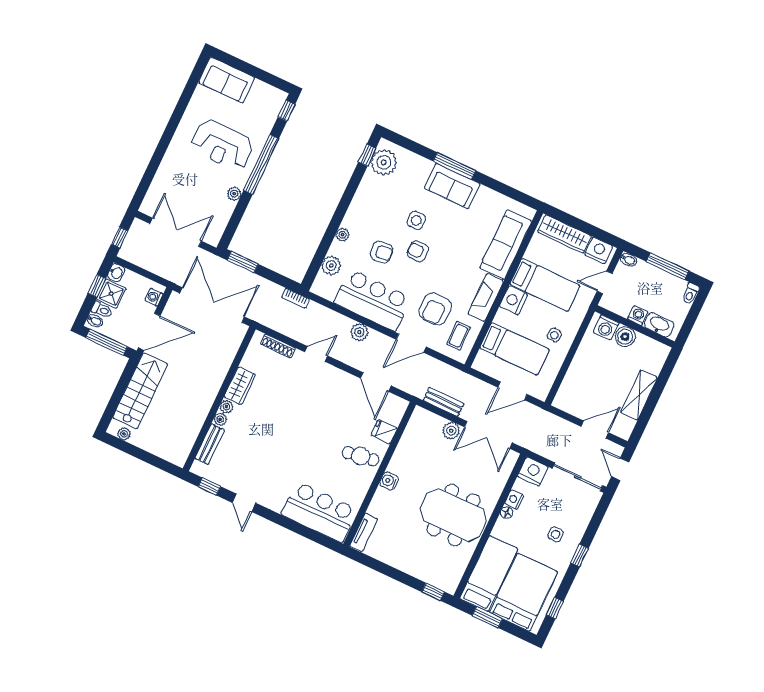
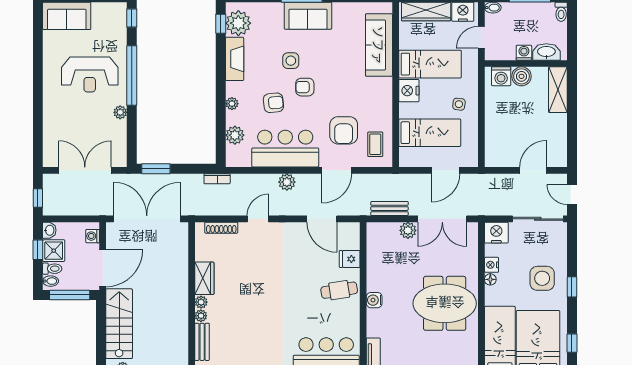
fireplace: (486, 297) -> (235, 59), moved, turned 180
shelving: (639, 395) -> (558, 90), moved
side table: (556, 534) -> (542, 278), width x1.87, depth x1.87

